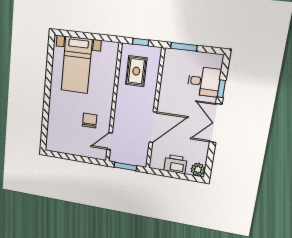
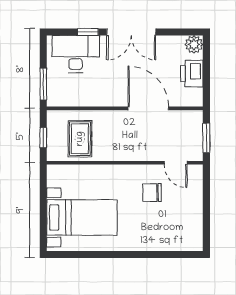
rug: (136, 71) -> (80, 139), turned 90
desk: (204, 82) -> (76, 54), width x1.37

